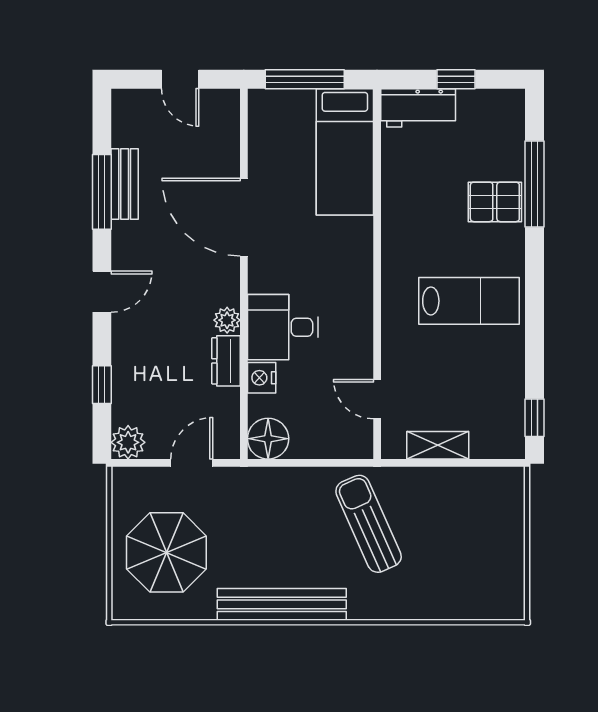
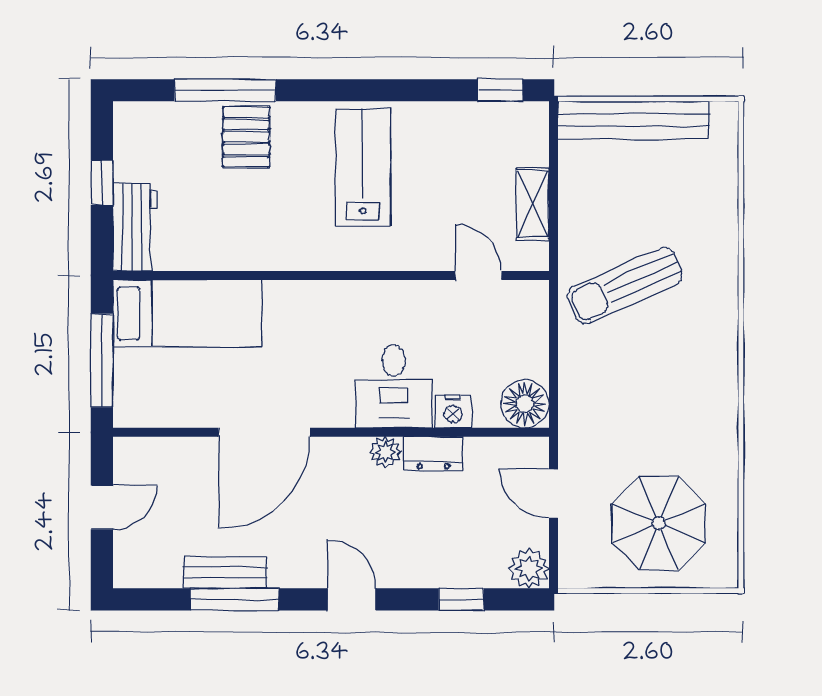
door: (377, 399) -> (478, 275), swing flipped
bench: (282, 604) -> (634, 120), moved, turned 90

